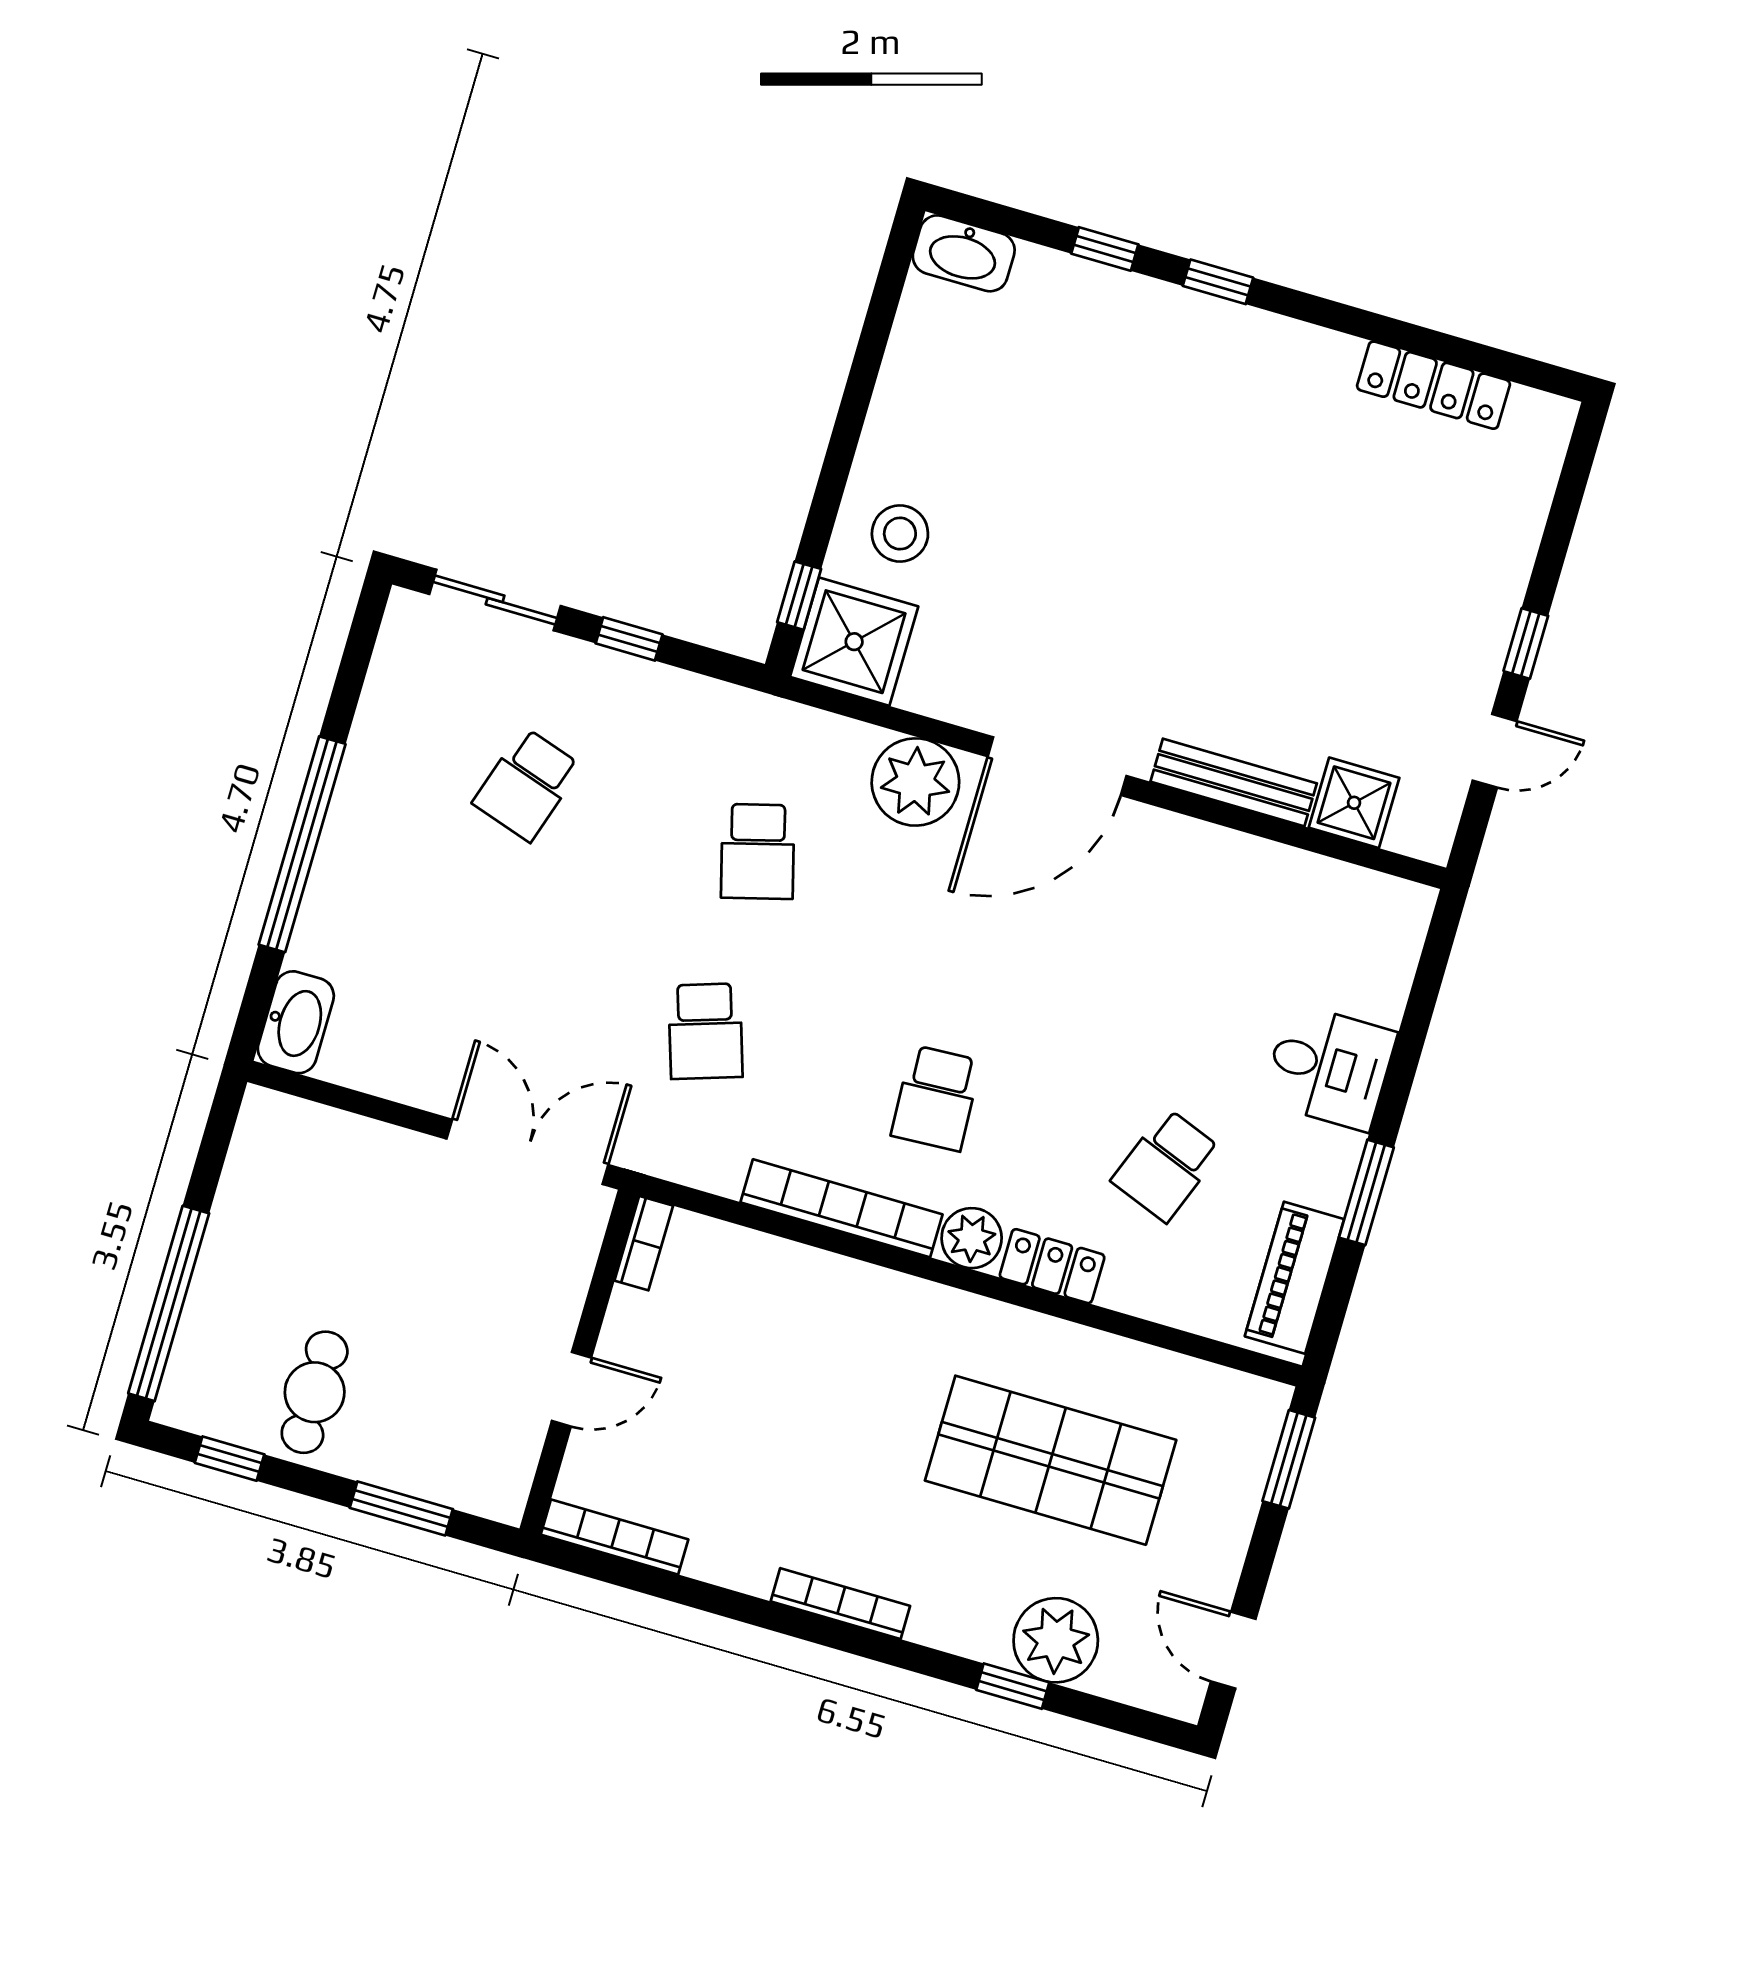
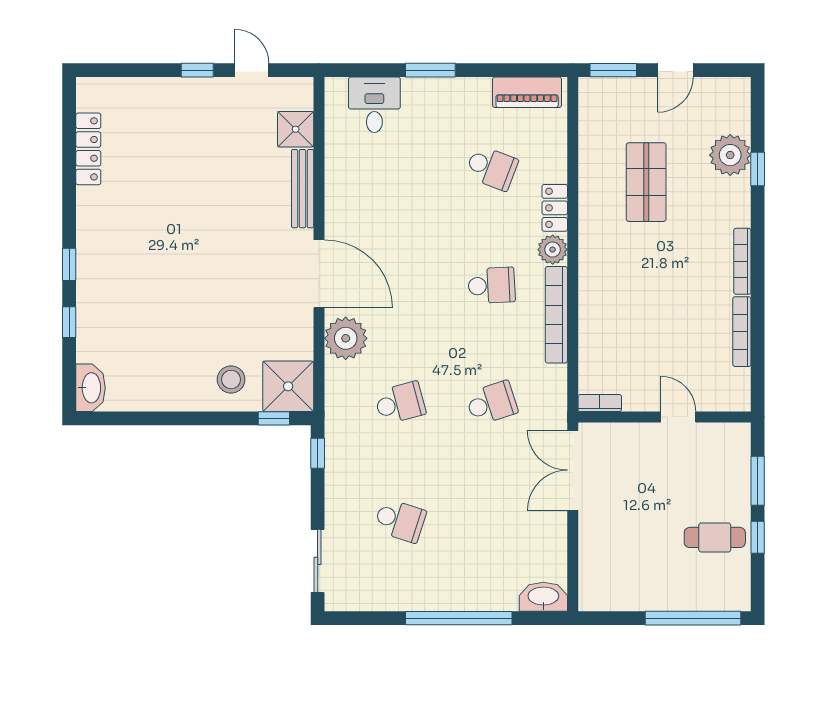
window: (629, 639) -> (318, 453), moved
desk: (1329, 1067) -> (374, 105), moved
window: (1366, 1192) -> (430, 70), moved
window: (230, 1459) -> (758, 537), moved
shop shelf: (1051, 1460) -> (646, 182), width x0.70, depth x0.74
bookcase: (615, 1537) -> (742, 332), moved
door: (1233, 1650) -> (675, 70), moved

